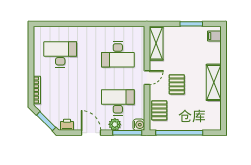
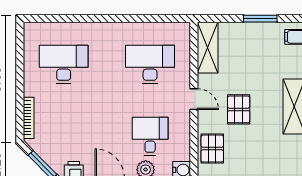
desk: (118, 54) -> (150, 64), turned 180
door: (147, 78) -> (194, 99), hinge flipped
desk: (118, 102) -> (150, 136), width x0.73

